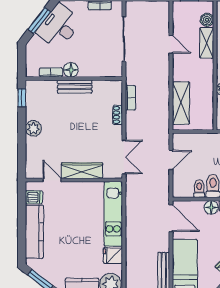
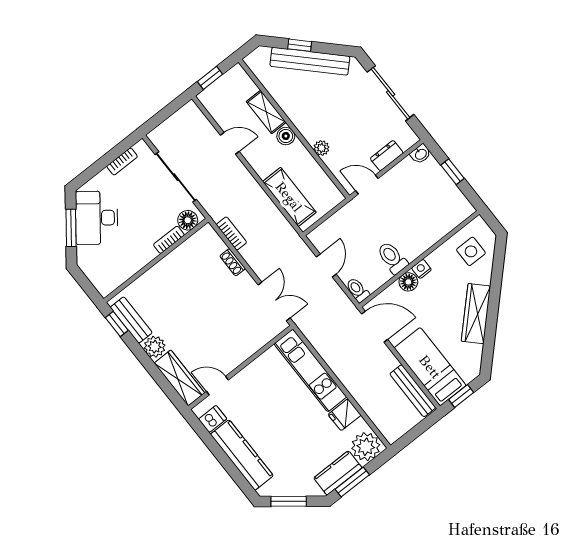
boiler: (207, 20) -> (286, 136), moved
floor lamp: (71, 70) -> (188, 220), moved
bookcase: (51, 73) -> (169, 240), moved
bench: (75, 87) -> (131, 320), moved, turned 90
wardrobe: (82, 171) -> (179, 378), moved, turned 90
toilet: (199, 189) -> (358, 290), moved

